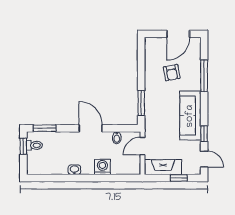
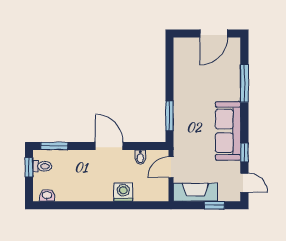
armchair: (172, 73) -> (206, 80), removed
washbasin: (74, 170) -> (47, 195), moved

